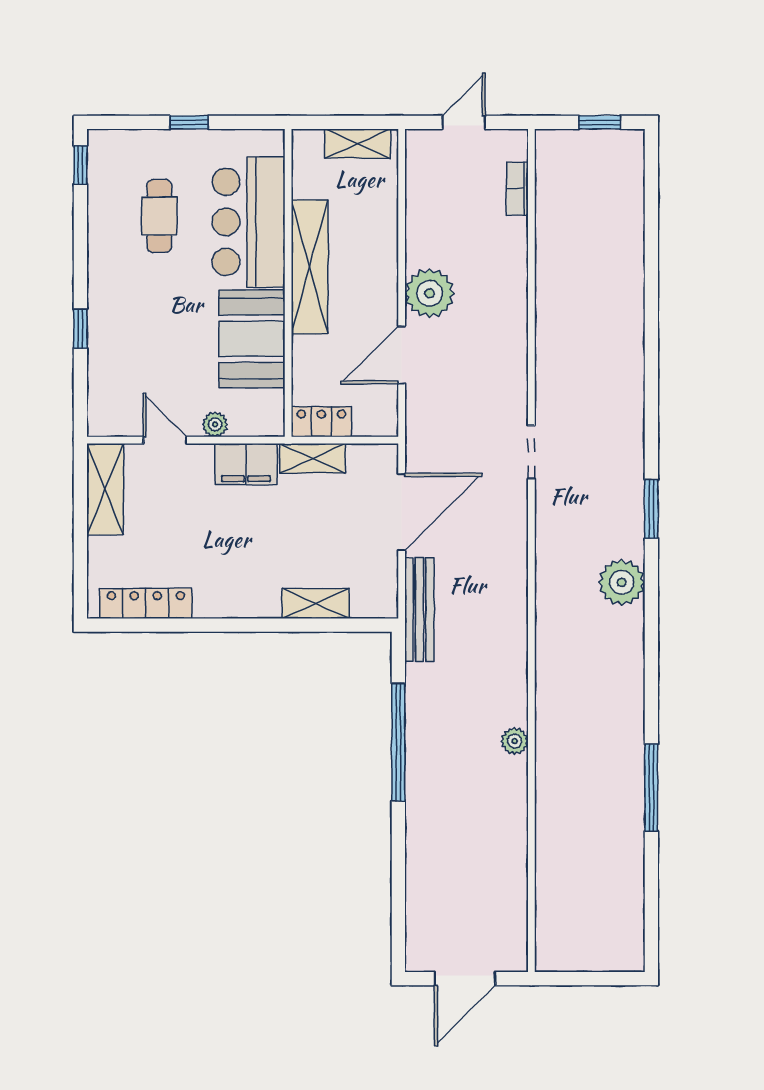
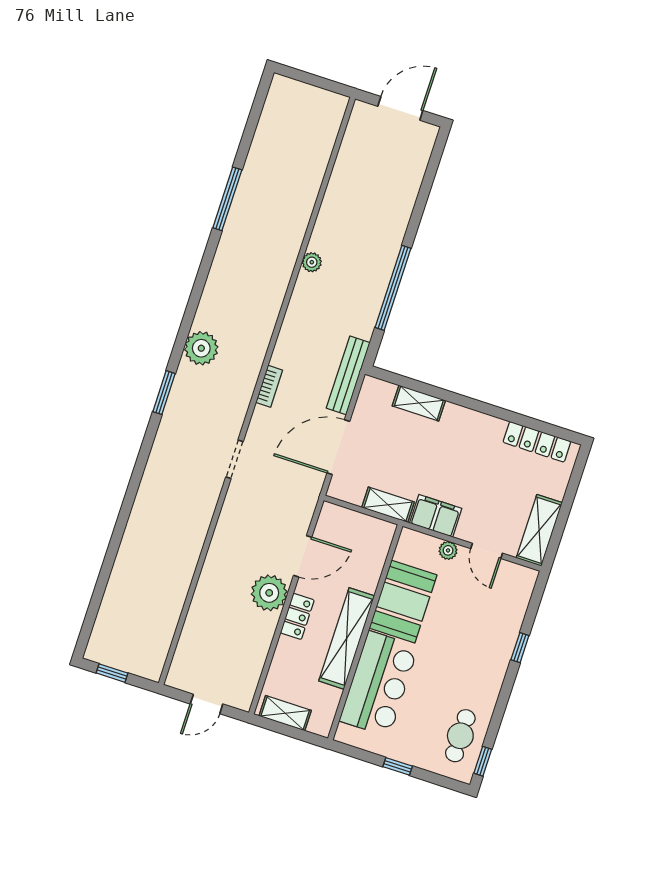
bookcase: (517, 189) -> (269, 386), moved
cafe table: (159, 216) -> (460, 736), moved
locker: (321, 422) -> (297, 616), moved, turned -90

